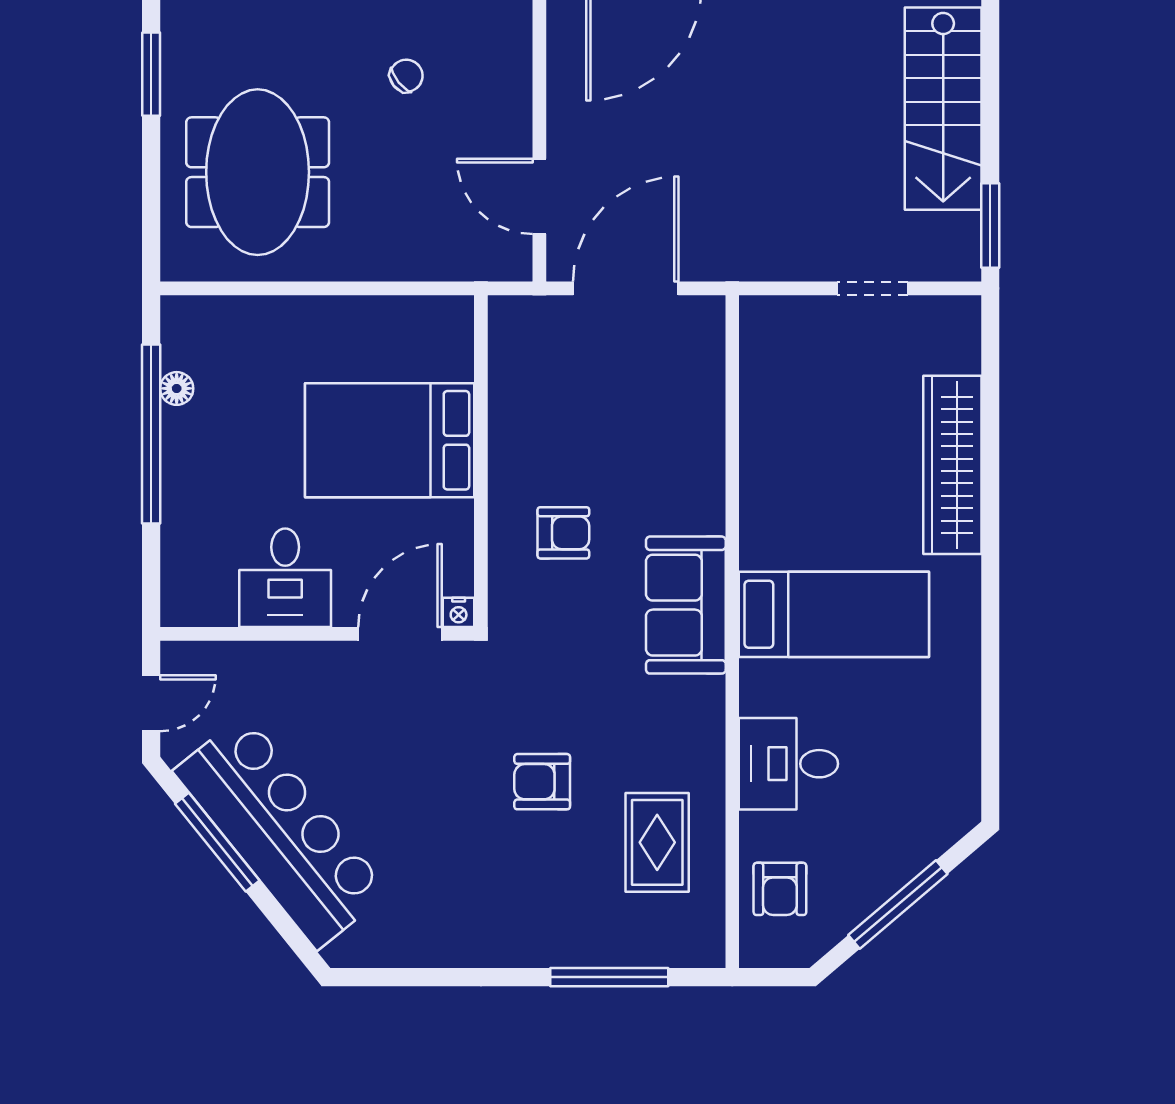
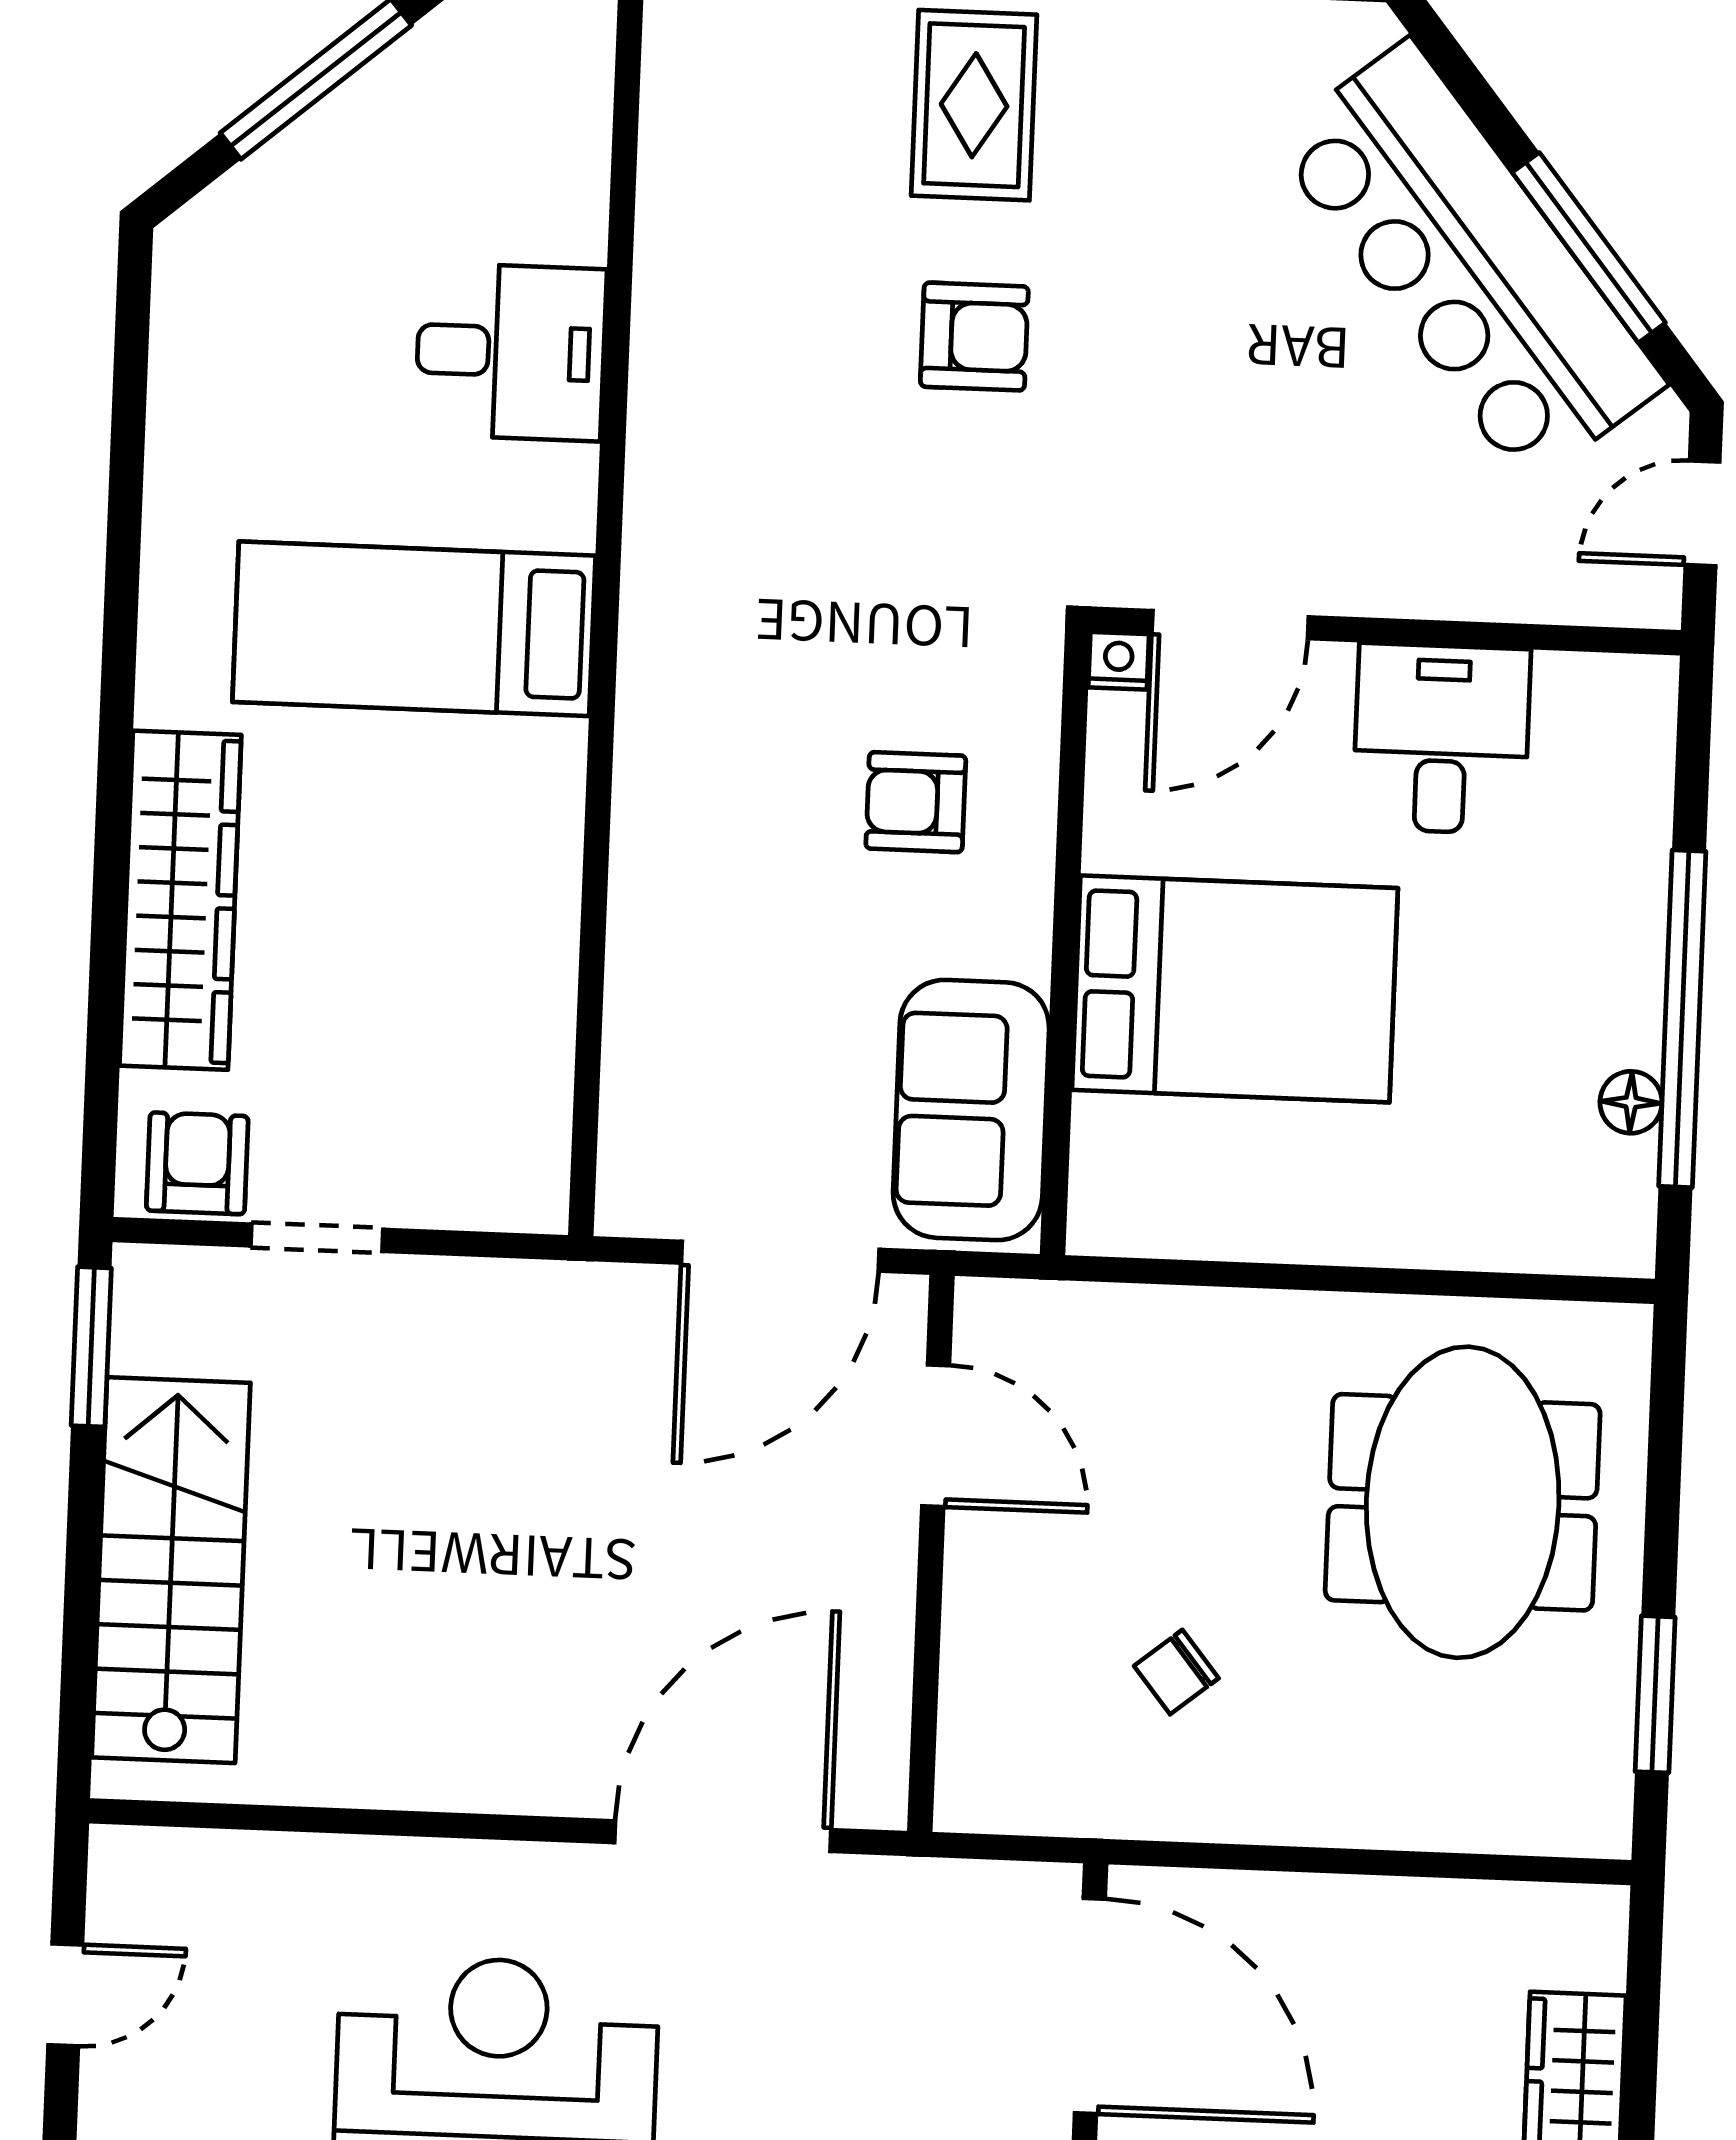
sofa: (686, 605) -> (971, 1110), moved, turned 180
rug: (657, 842) -> (974, 105), moved
armchair: (780, 889) -> (197, 1163), moved

